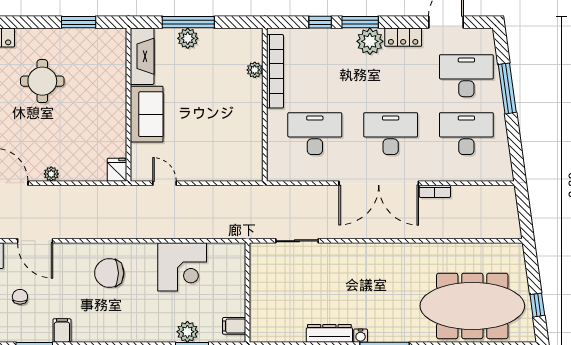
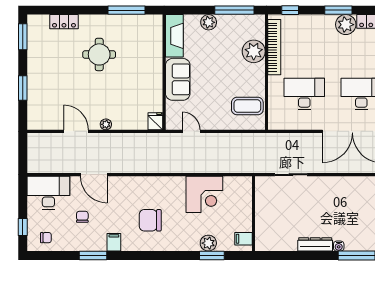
window: (79, 22) -> (126, 10), width x1.44
window: (188, 22) -> (234, 10), moved
window: (320, 22) -> (290, 10), moved
plant: (255, 70) -> (254, 51), width x1.87, depth x1.87
coffee table: (239, 150) -> (247, 106), added
chair: (109, 273) -> (150, 220), moved

